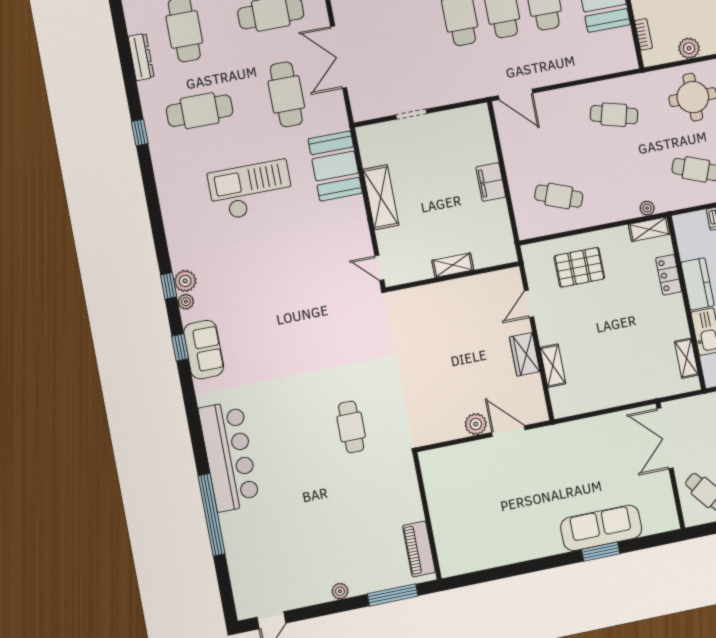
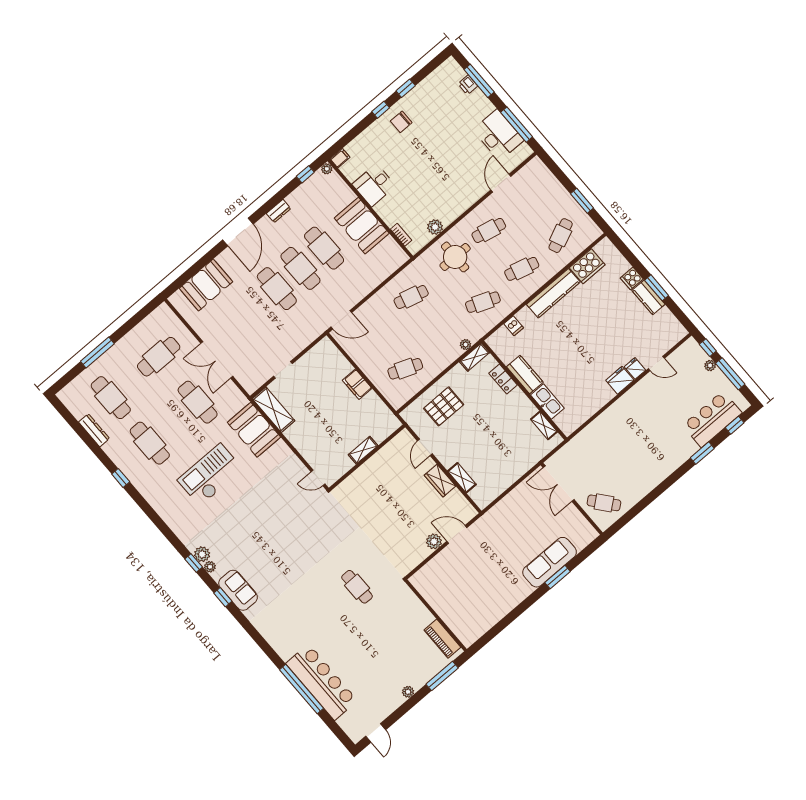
cafe table: (200, 111) -> (150, 443), turned 90
shelving: (381, 197) -> (274, 410), moved
bar counter: (229, 456) -> (322, 682), moved

